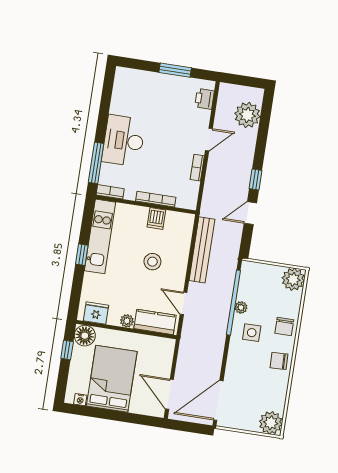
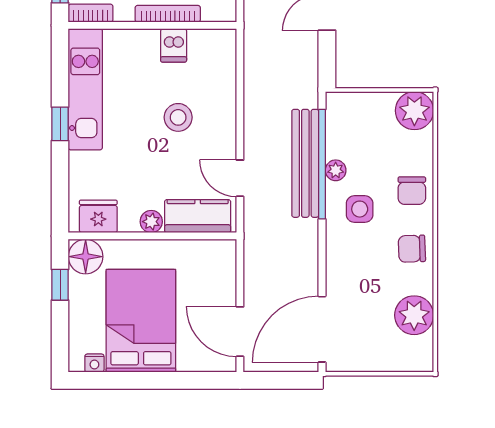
bench: (202, 250) -> (305, 163), moved
plant: (271, 423) -> (414, 315), moved

